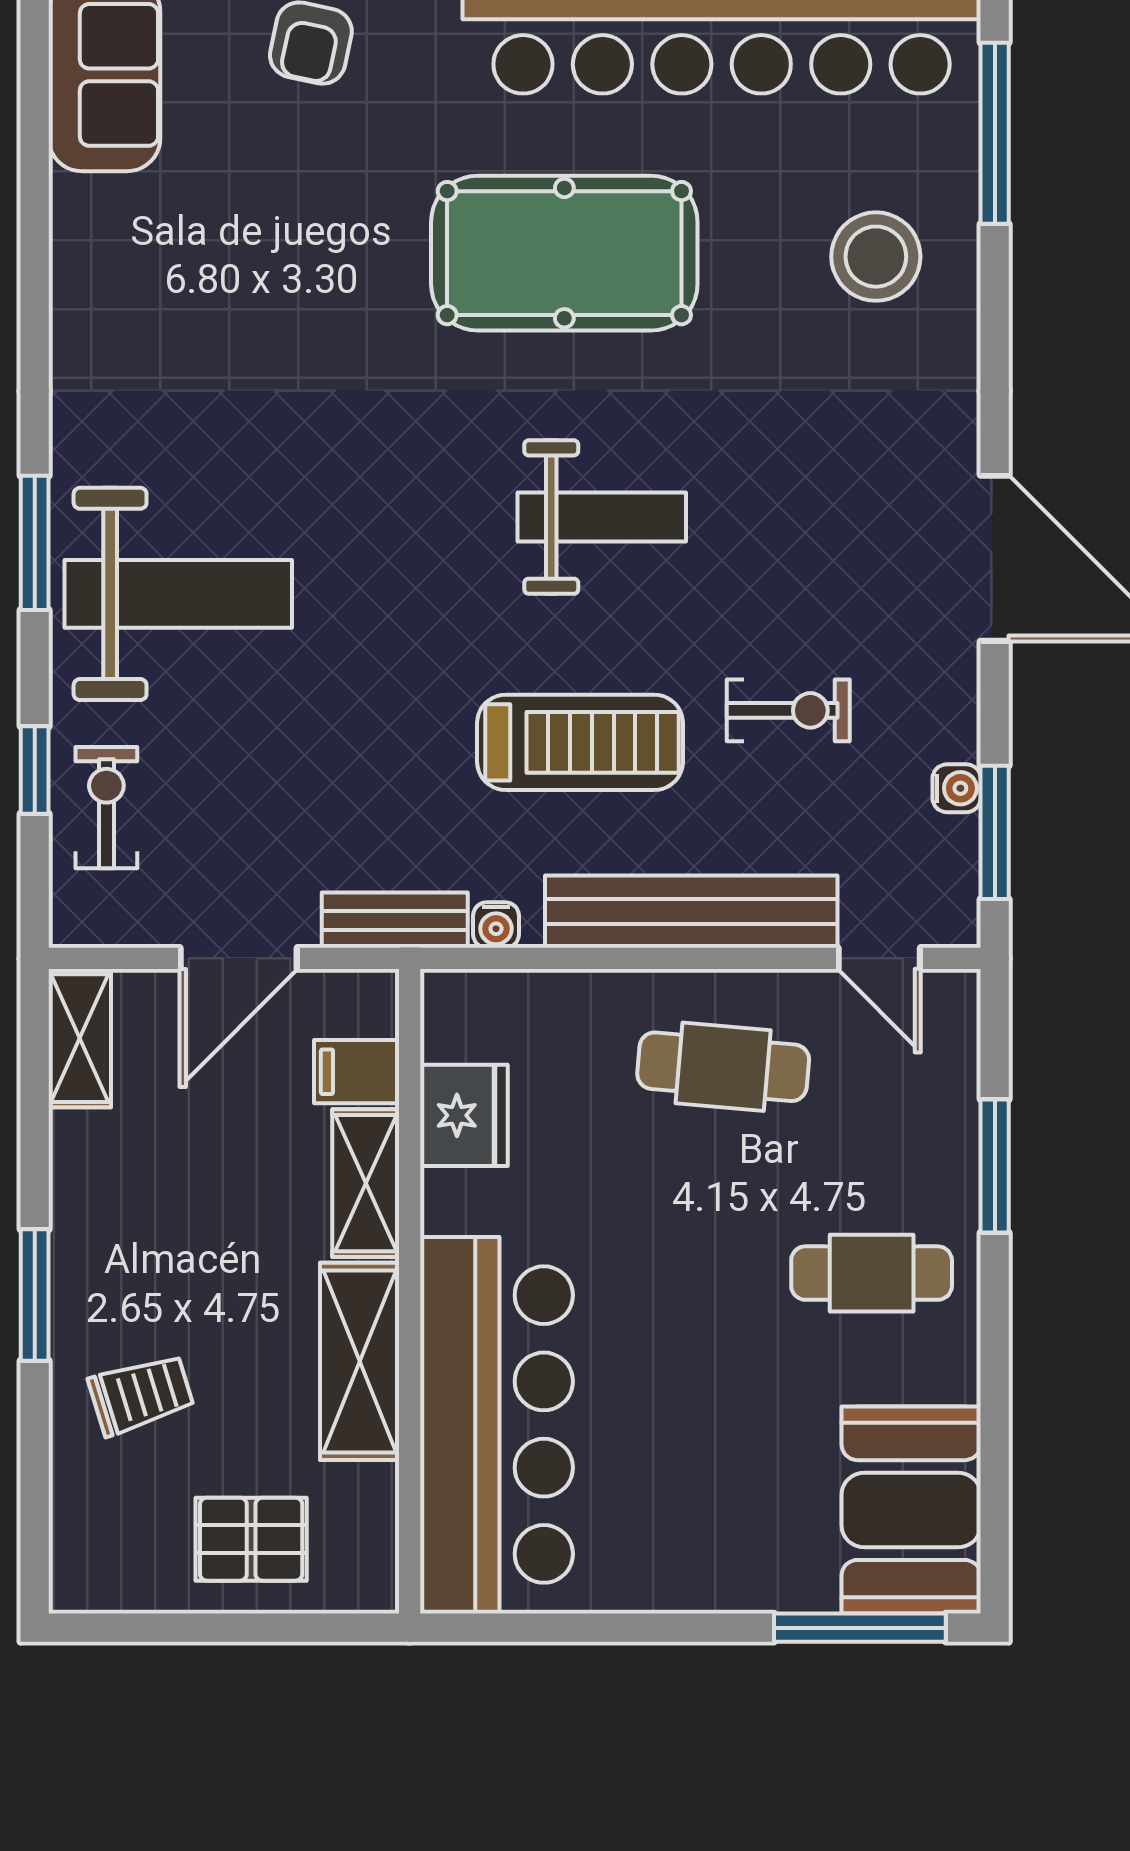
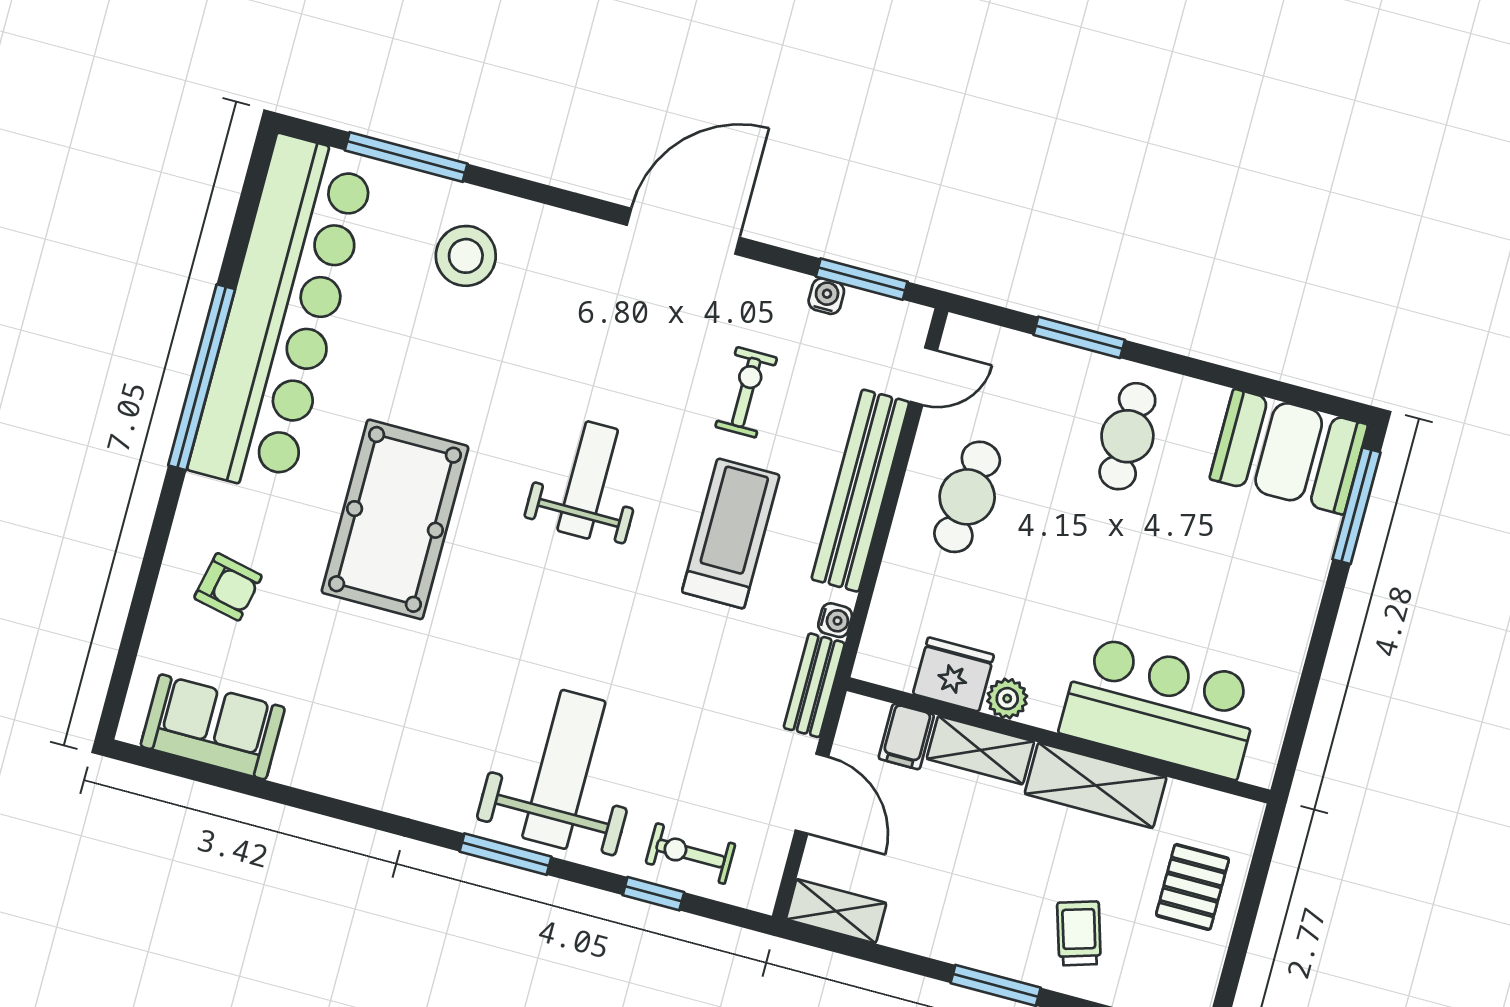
pool table: (564, 253) -> (395, 519), moved
plant: (450, 1202) -> (1007, 699), added
bar counter: (496, 1425) -> (1161, 707), width x0.73

